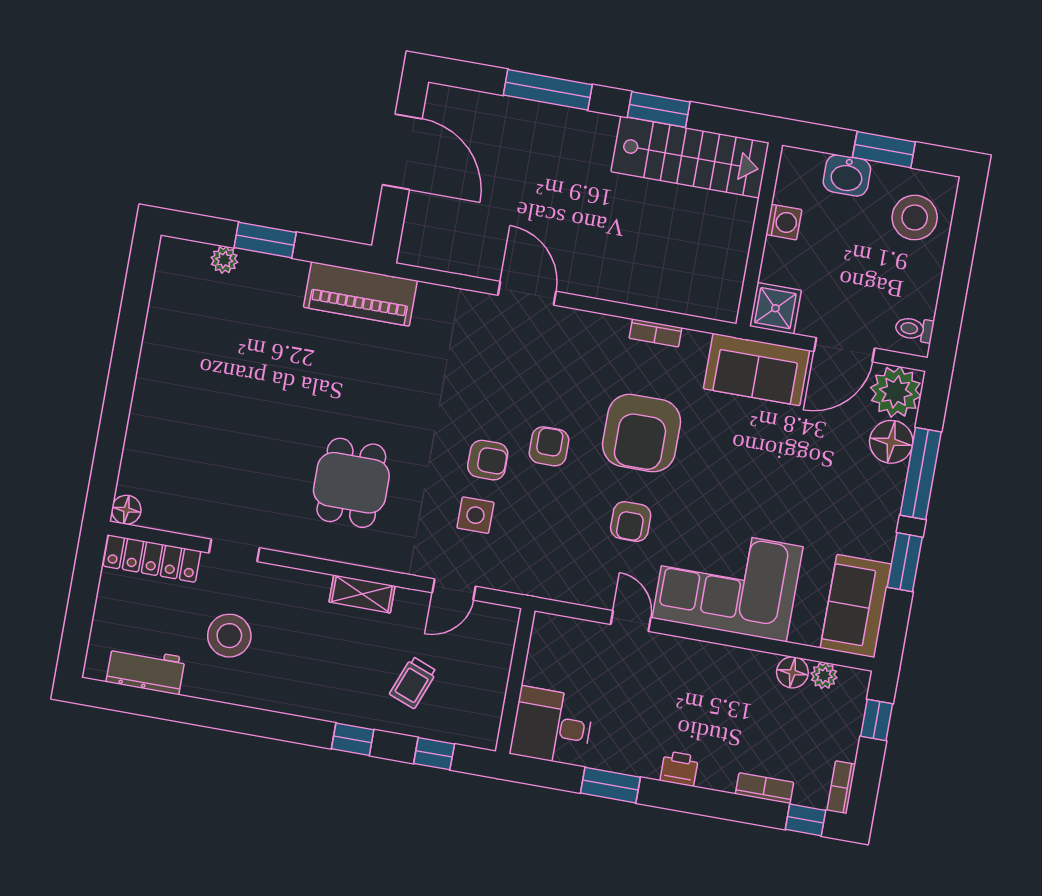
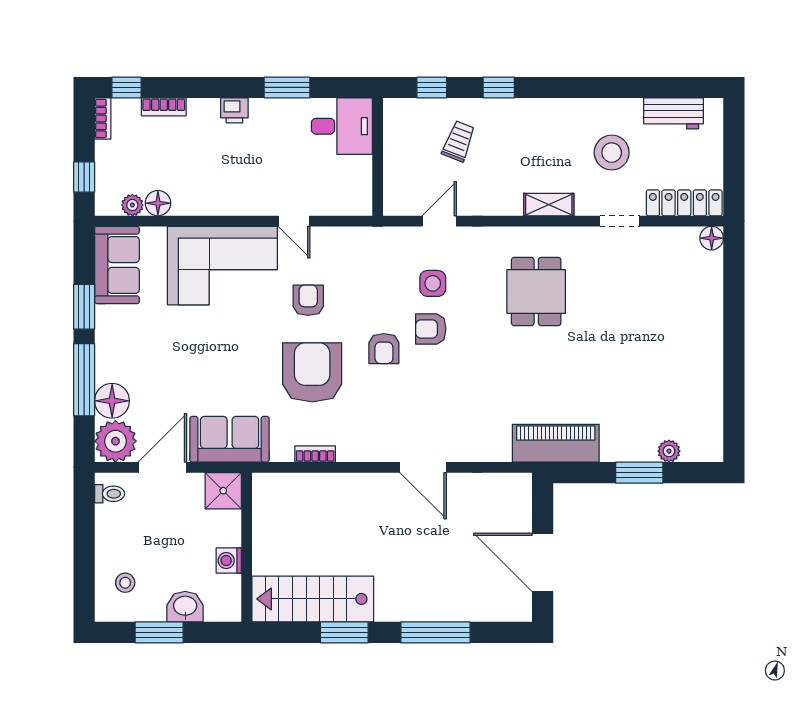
stool: (915, 218) -> (125, 583), width x0.53, depth x0.53
shelving: (362, 594) -> (549, 205), moved

